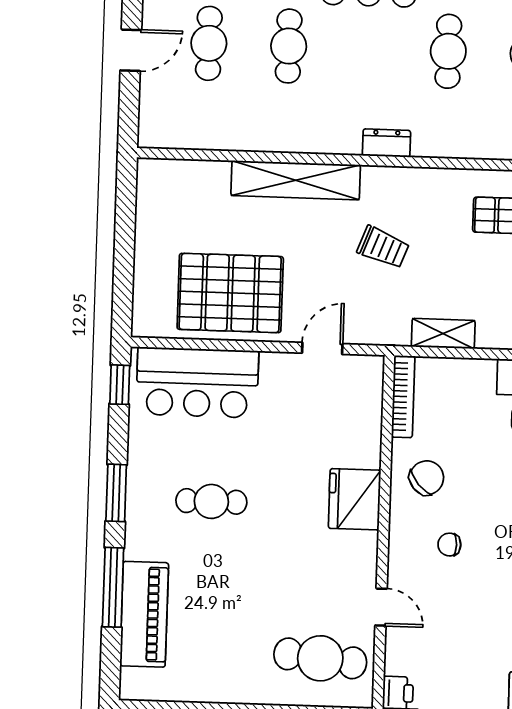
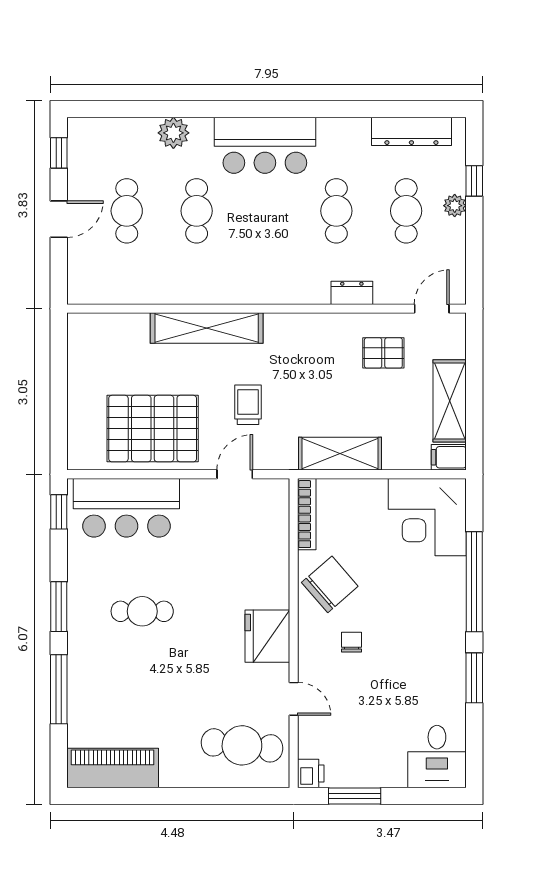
dresser: (386, 143) -> (352, 293), moved
trolley: (383, 247) -> (248, 405), moved, turned -111
shelving: (443, 334) -> (340, 454), width x1.50, depth x1.33
chair: (427, 478) -> (330, 584), width x1.37, depth x1.37
fridge: (355, 499) -> (267, 636), moved
chair: (449, 545) -> (352, 642), turned 90
piano: (144, 614) -> (113, 768), moved, turned -90

